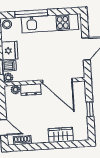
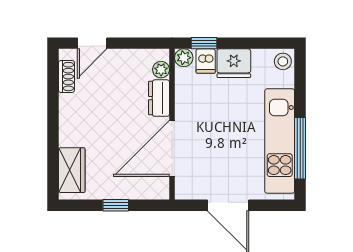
window: (31, 14) -> (300, 148), moved
wardrobe: (61, 135) -> (72, 170), moved

